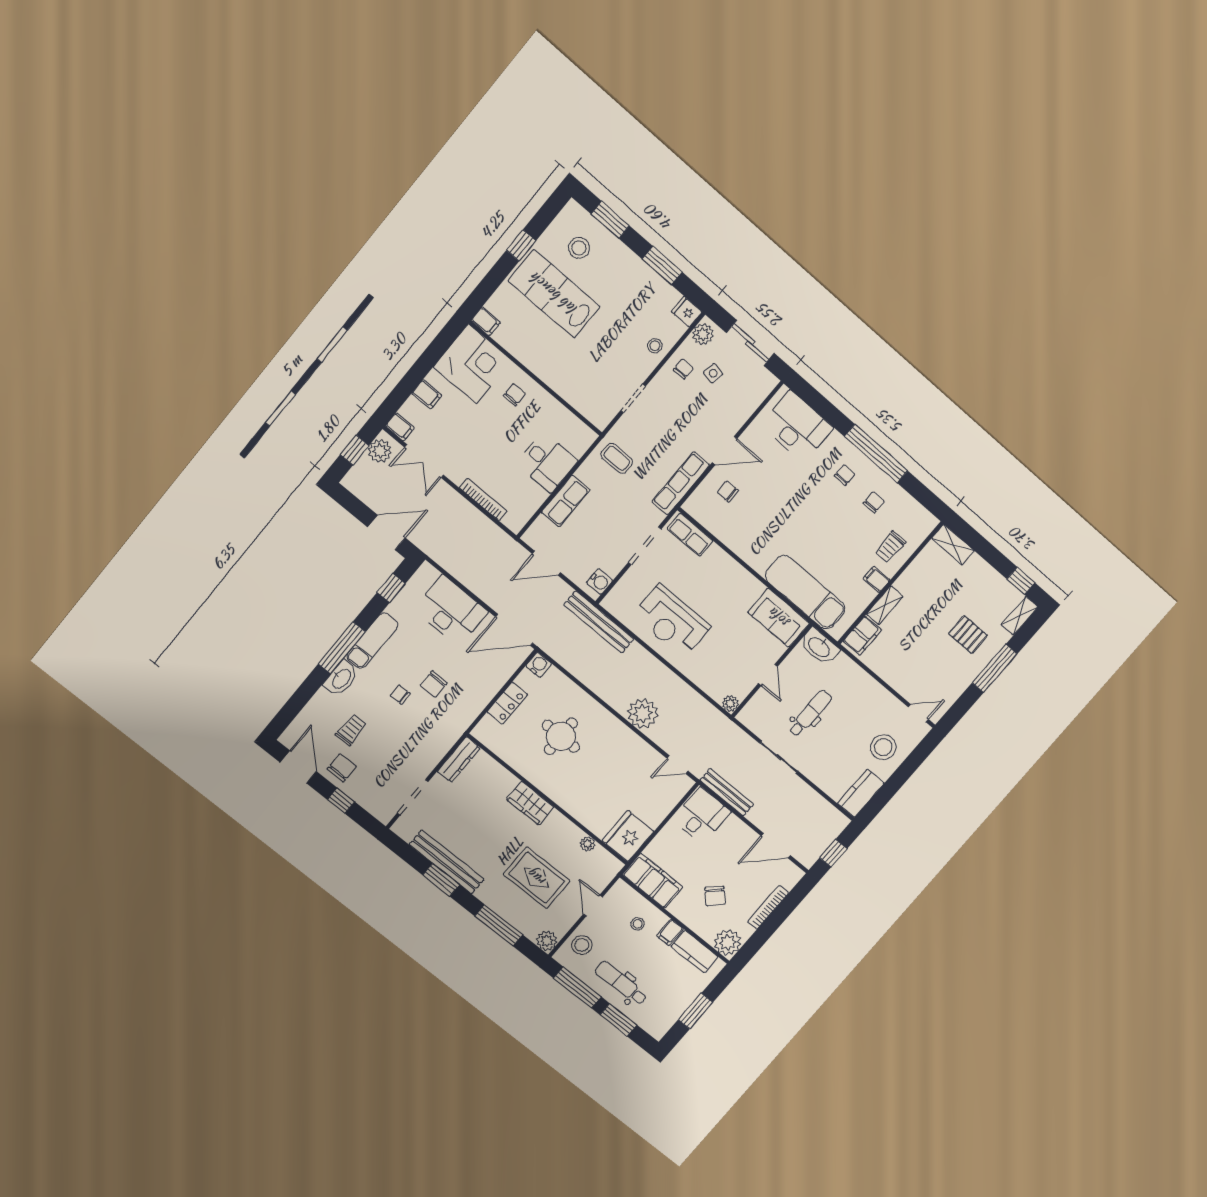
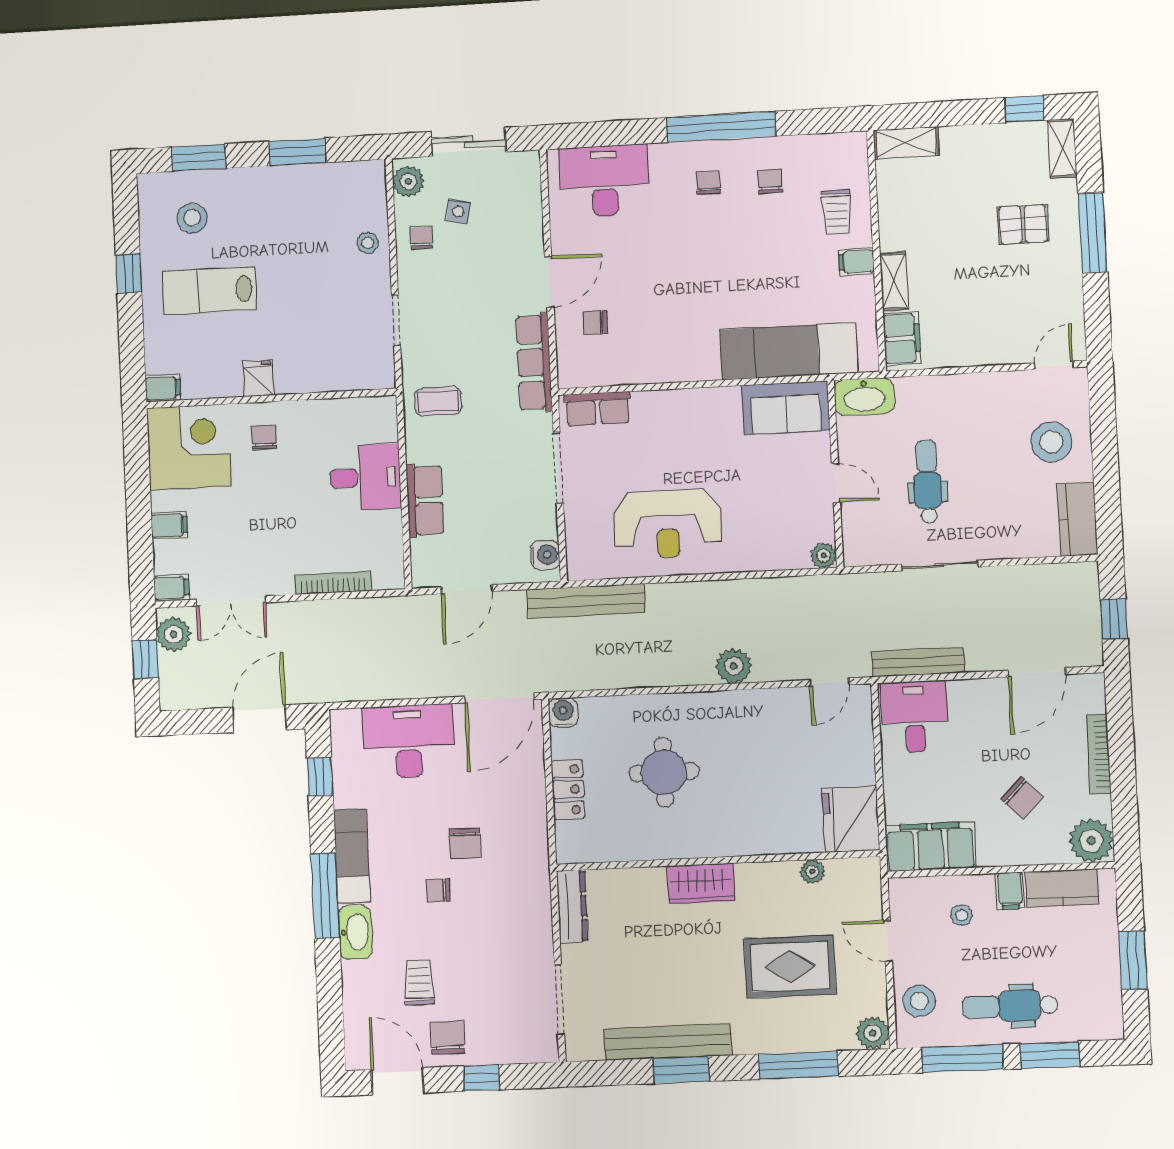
lab bench: (554, 294) -> (209, 290), width x0.73, depth x0.72
fridge: (687, 312) -> (259, 378), moved, turned 90
plant: (643, 713) -> (734, 666), width x0.73, depth x0.73

